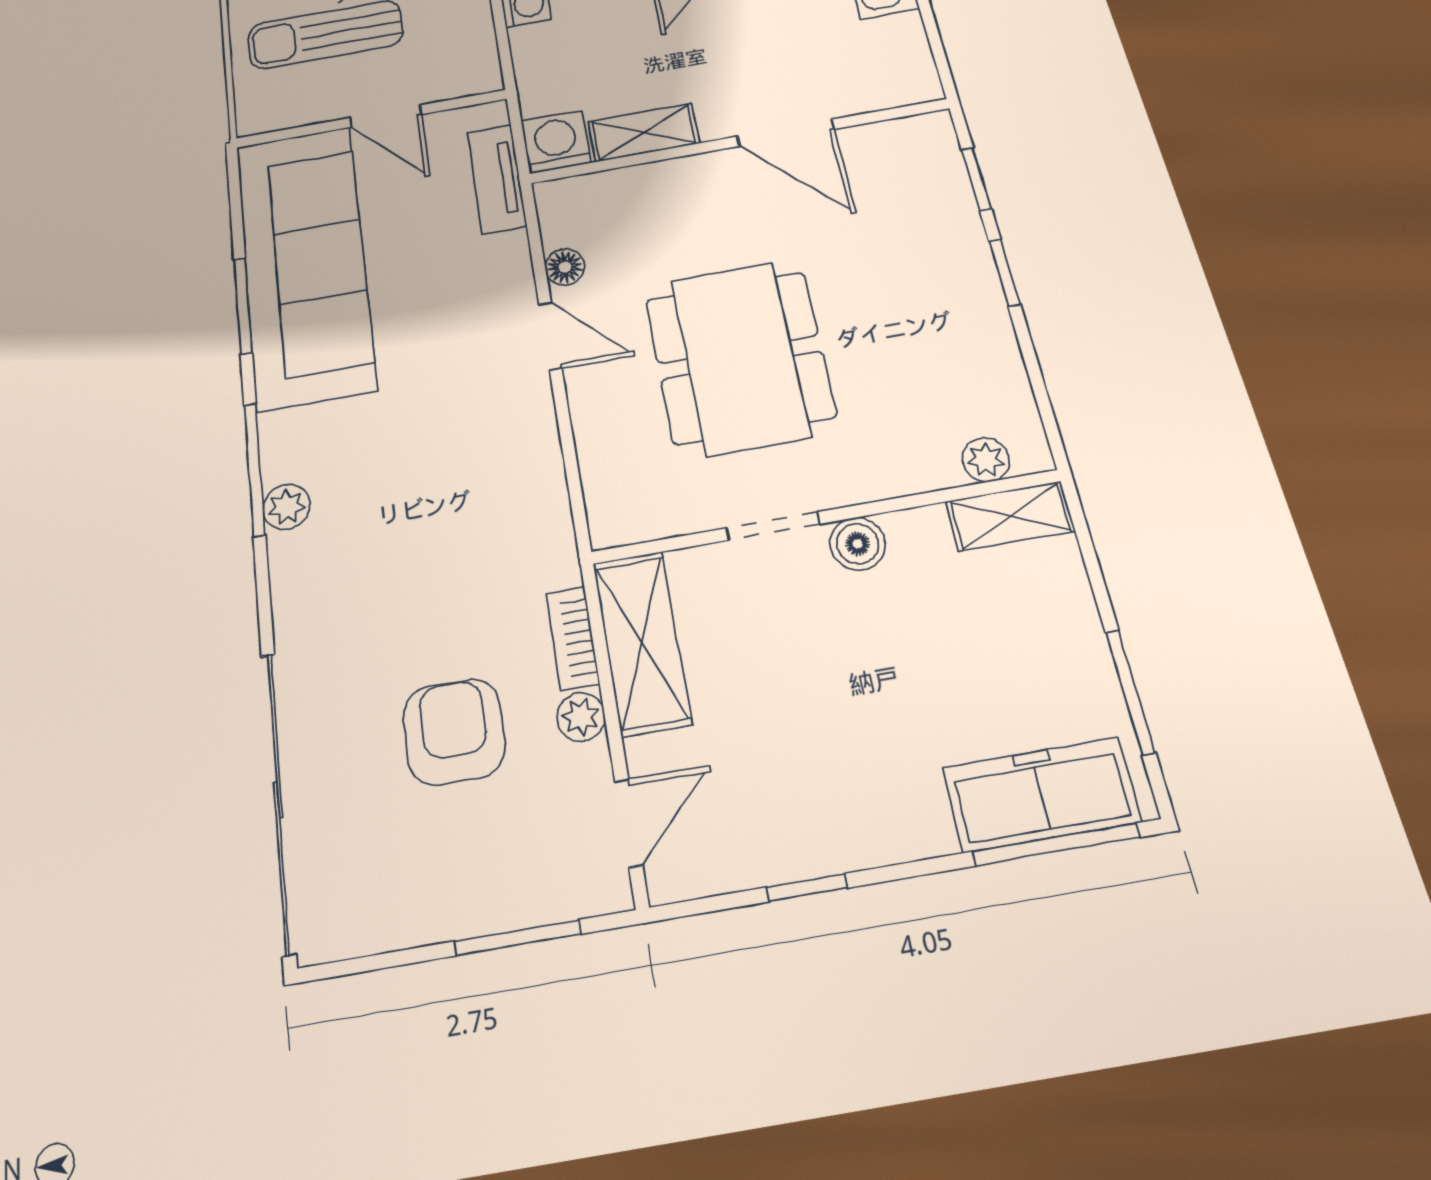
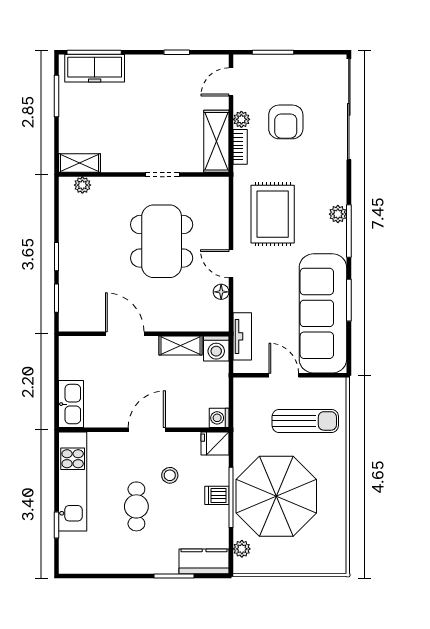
rug: (459, 476) -> (273, 214), added
boiler: (858, 544) -> (135, 163), removed

